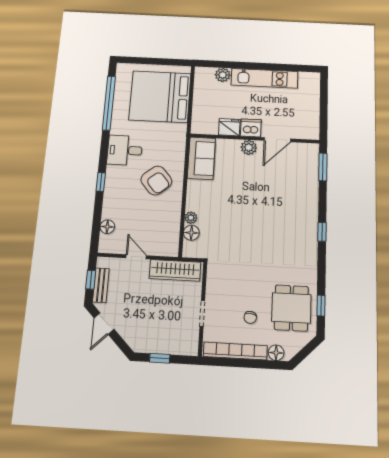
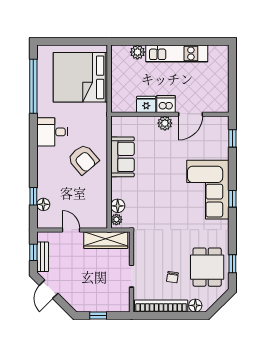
sofa: (201, 158) -> (122, 157), moved
window: (323, 167) -> (232, 138), width x0.67
window: (101, 182) -> (33, 196), moved
plant: (191, 218) -> (116, 219), moved
corner sofa: (294, 220) -> (208, 190), added

